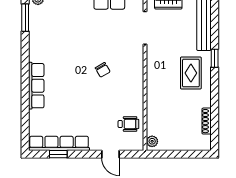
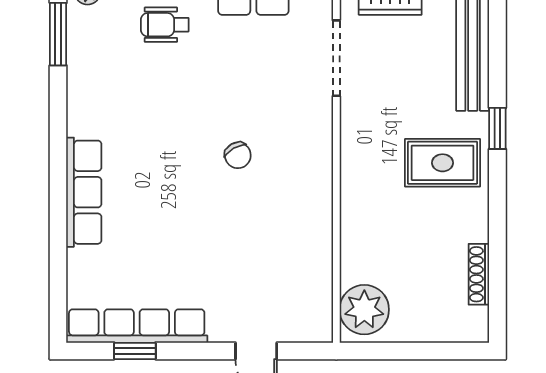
rug: (191, 73) -> (442, 163), turned 90
wheelchair: (128, 124) -> (165, 25), moved, turned 180
plant: (152, 141) -> (364, 310), width x1.88, depth x1.88

